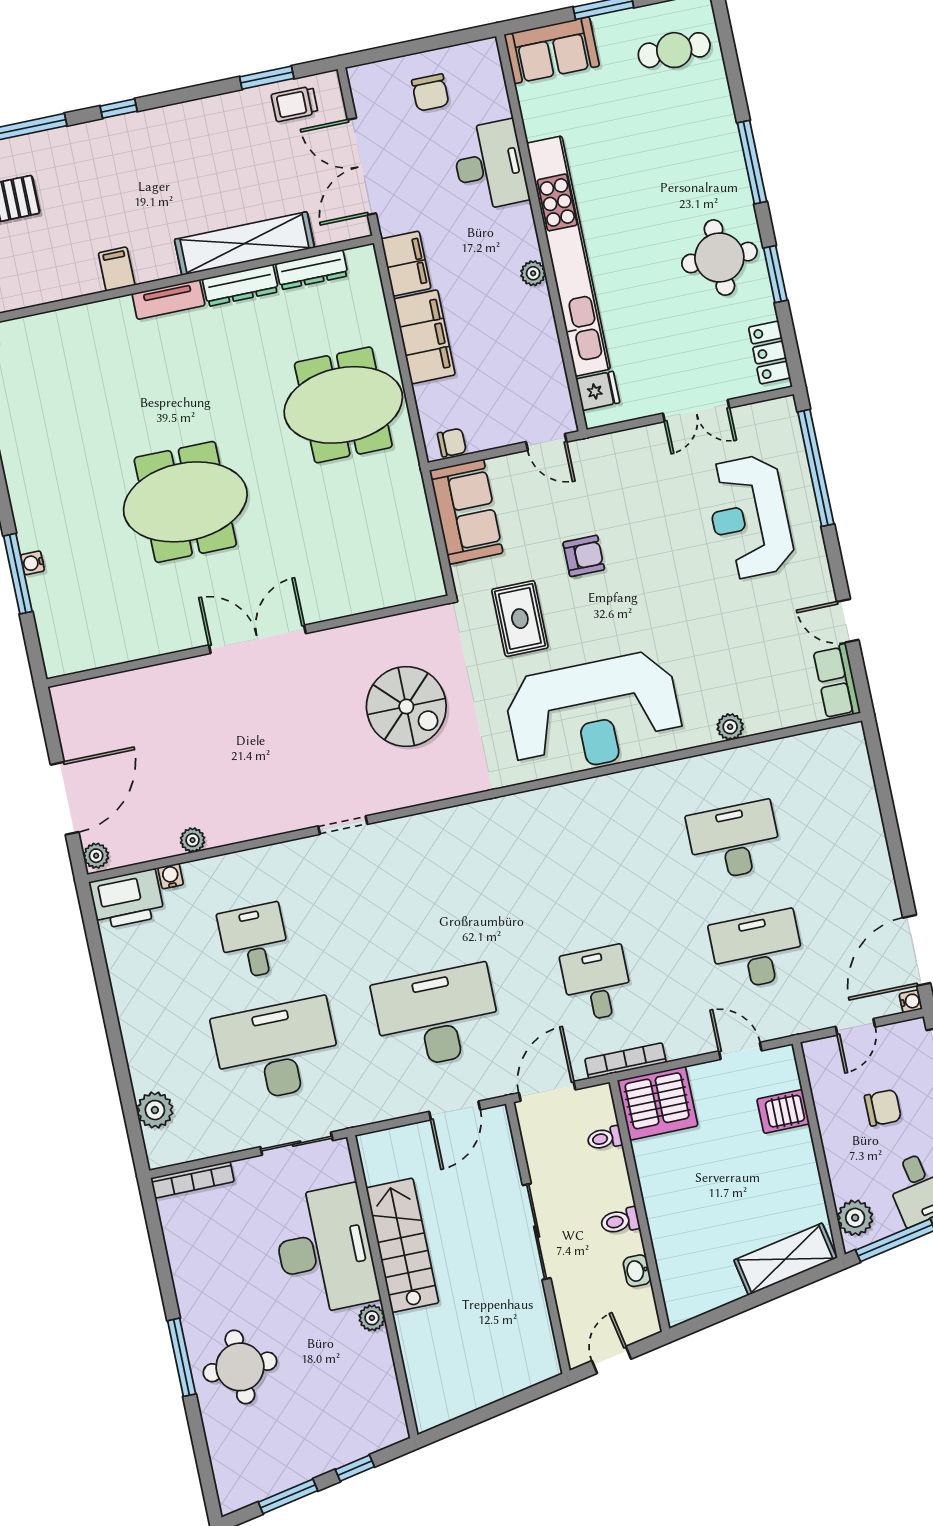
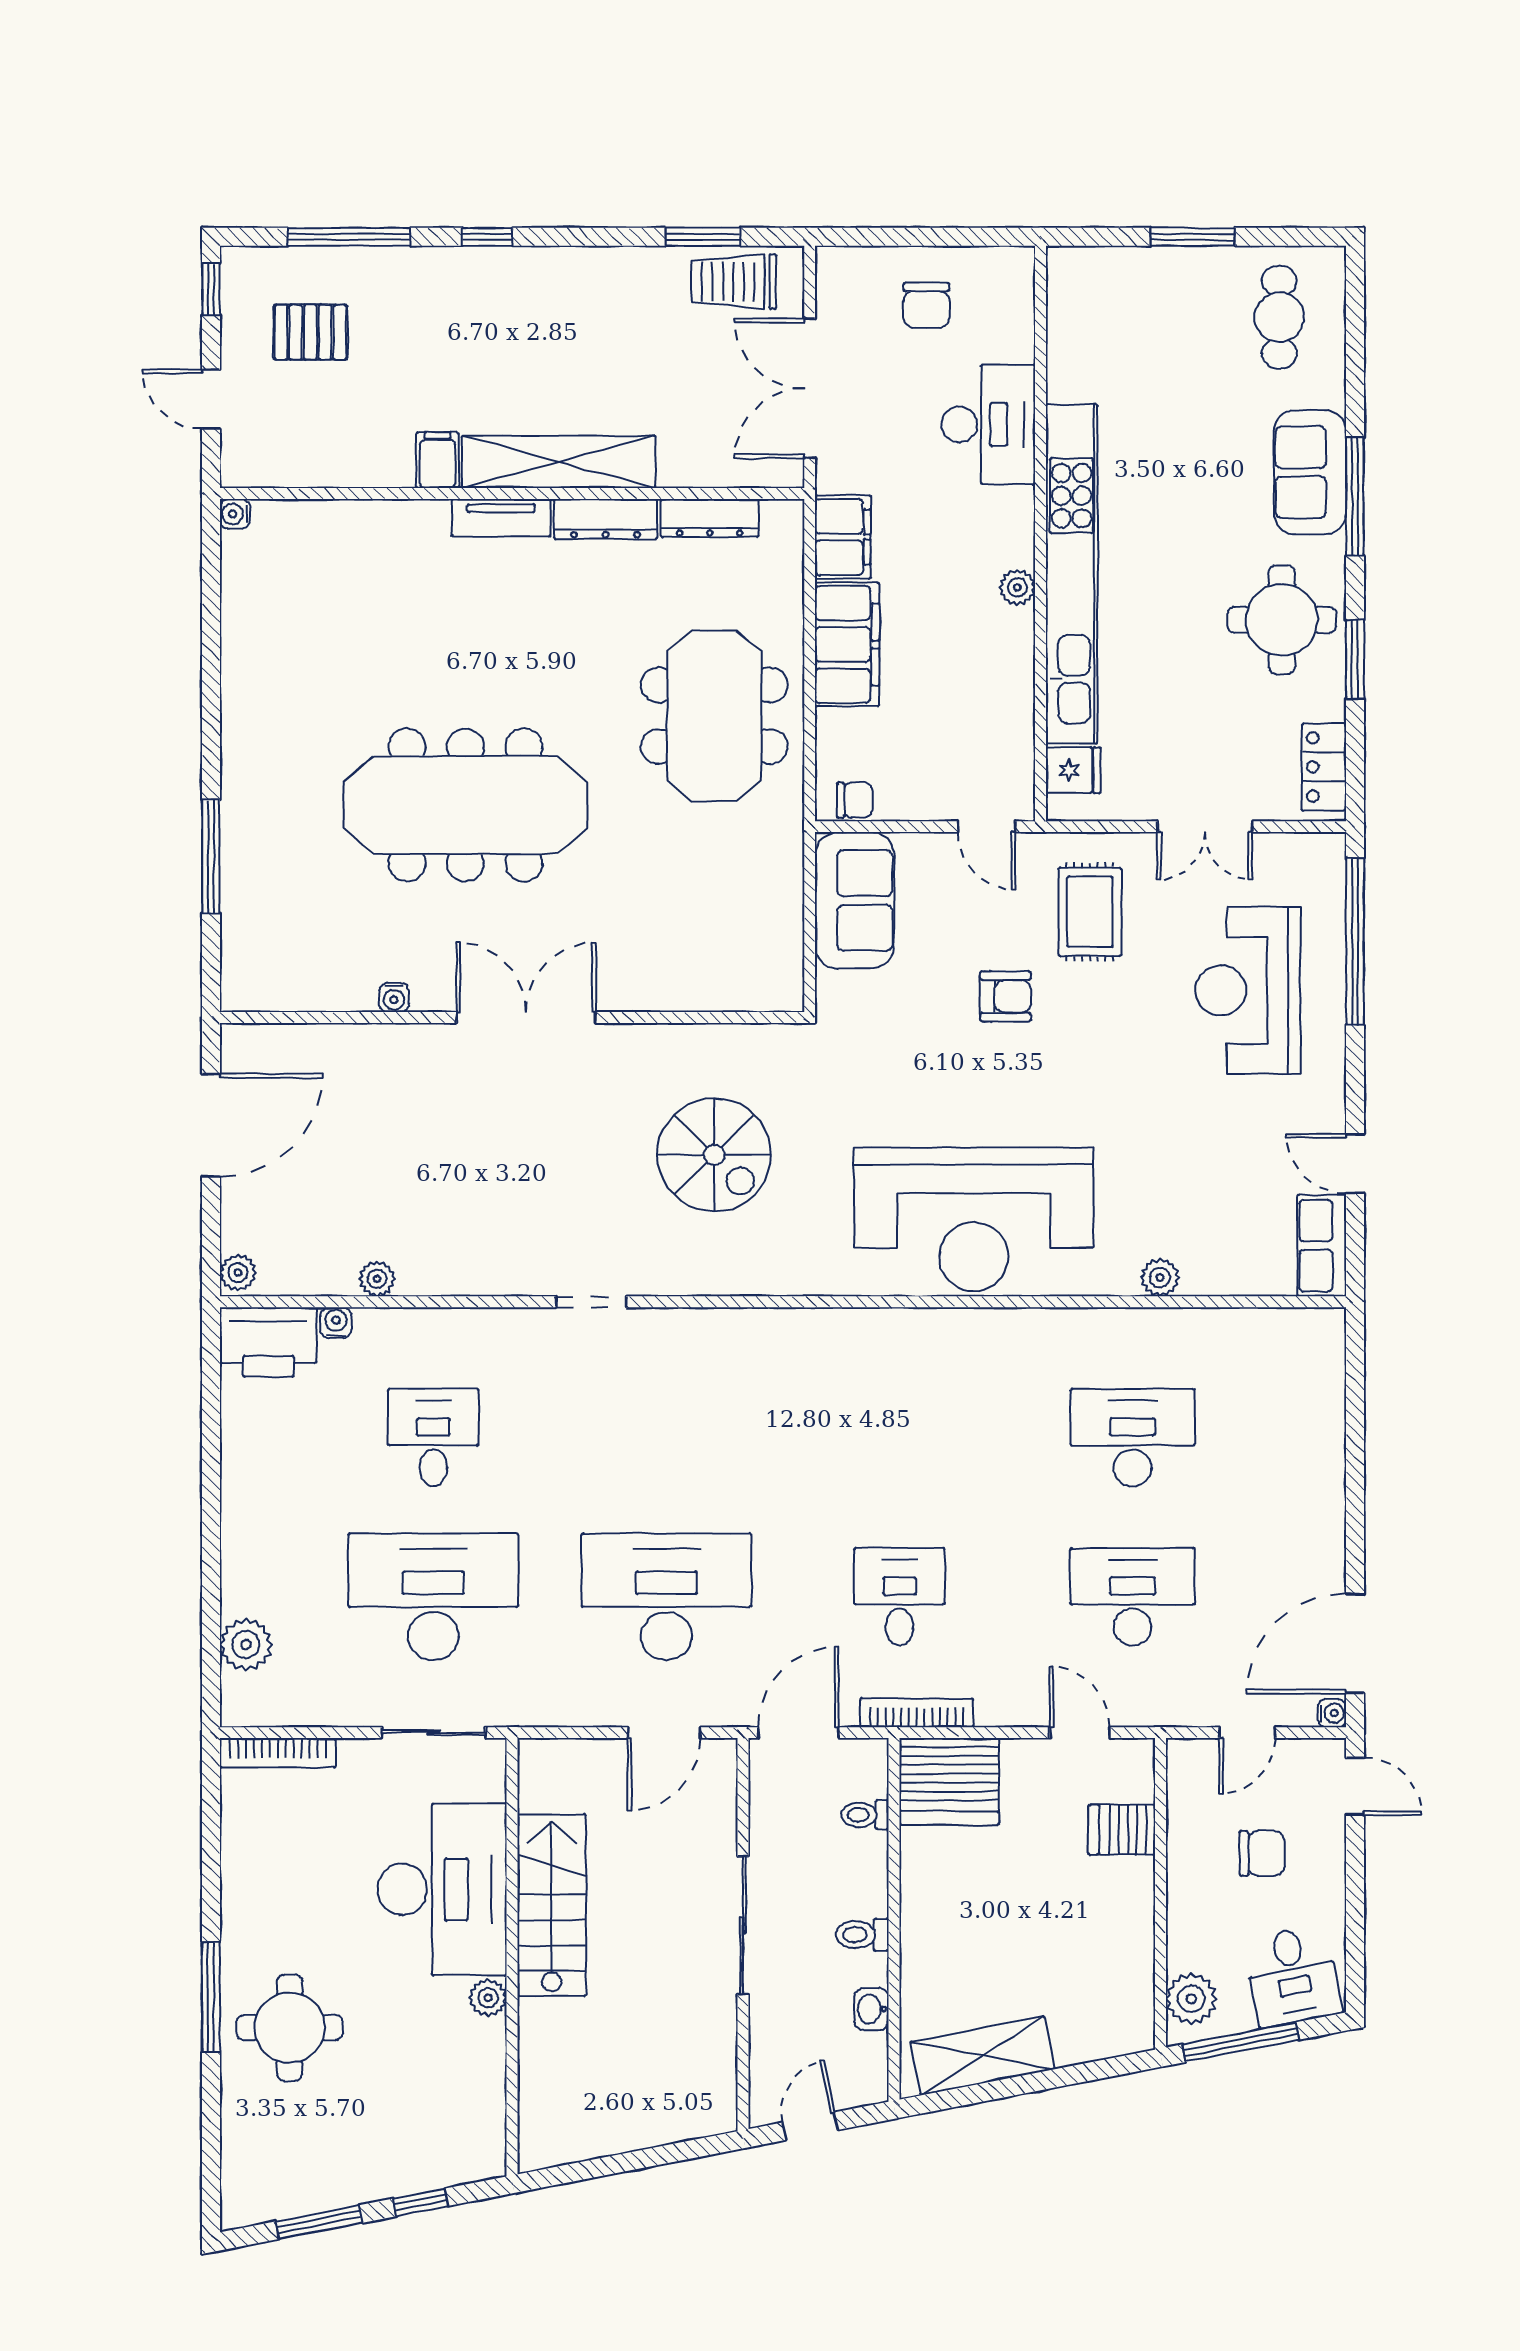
sofa: (552, 50) -> (1310, 472), moved, turned 90
cafe table: (674, 50) -> (1279, 317), turned 90
trolley: (295, 104) -> (734, 282), width x1.36, depth x1.39
shelving: (244, 244) -> (559, 462), moved
meeting table: (343, 405) -> (714, 716), turned 90
meeting table: (185, 502) -> (465, 805), width x1.36
water cooler: (32, 563) -> (394, 997), moved, turned -90
rug: (520, 619) -> (1090, 912), moved
door: (65, 798) -> (211, 1125), moved
shelving: (785, 1259) -> (983, 2056), moved

